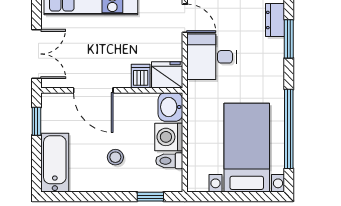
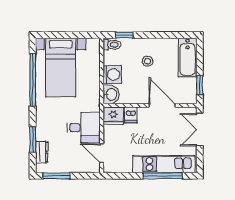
toilet: (169, 161) -> (112, 45), moved

